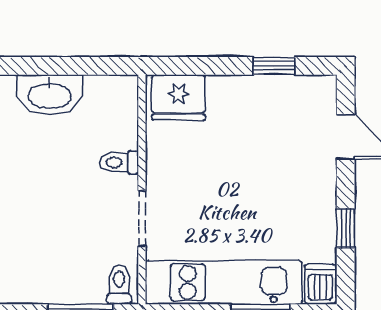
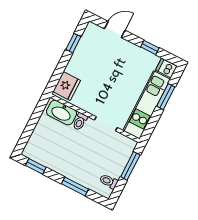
washbasin: (50, 95) -> (62, 112), moved, turned 90
toilet: (119, 285) -> (109, 181), moved

